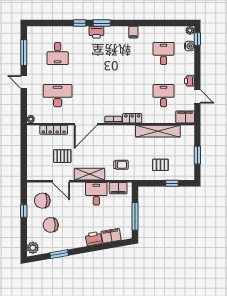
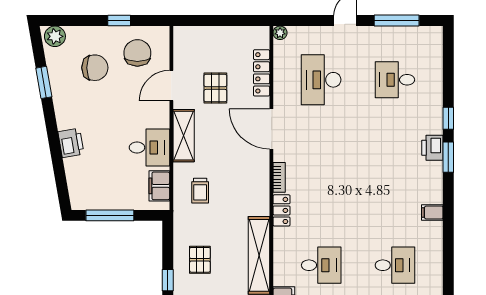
desk: (58, 96) -> (321, 80), turned 180
chair: (51, 225) -> (95, 68), turned 92
filing cabinet: (111, 236) -> (76, 173), removed

